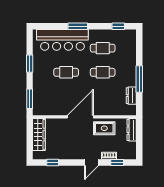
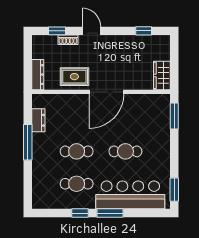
window: (118, 26) -> (80, 213), moved
window: (30, 64) -> (174, 190), moved
wardrobe: (39, 135) -> (162, 75), width x0.67
door: (91, 162) -> (92, 31), hinge flipped

